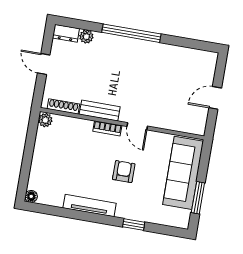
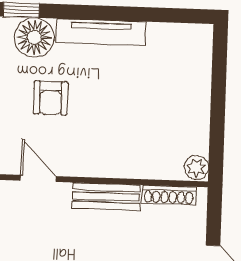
bookcase: (107, 128) -> (89, 168), removed
floor lamp: (31, 196) -> (34, 37), moved, width x1.89, depth x1.89

